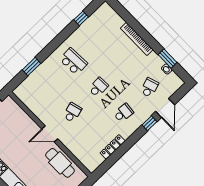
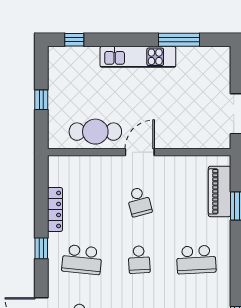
piano: (33, 81) -> (220, 191), added
school desk: (123, 113) -> (82, 260), width x1.85
window: (149, 123) -> (41, 248), moved

